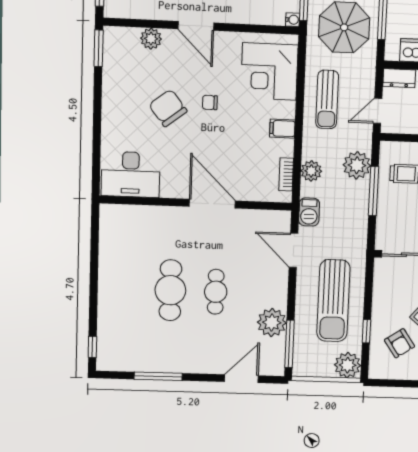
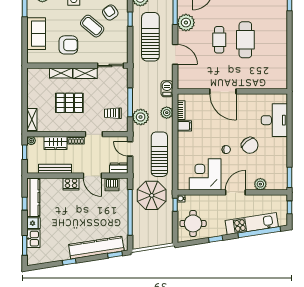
door: (196, 26) -> (235, 192), hinge flipped
corner desk: (269, 71) -> (205, 174), moved, turned -90
sun lounger: (327, 99) -> (159, 154), width x1.36, depth x1.34
door: (378, 111) -> (130, 149), swing flipped
filing cabinet: (282, 129) -> (184, 126), moved
desk: (131, 174) -> (274, 120), moved, turned 90
door: (293, 250) -> (175, 54), moved

